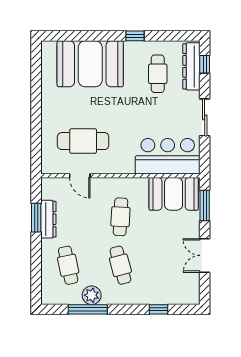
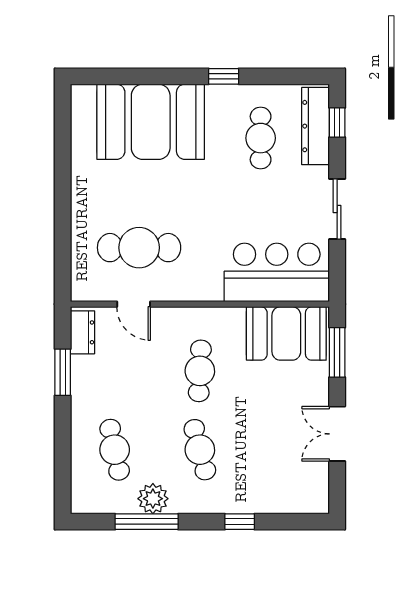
dresser: (48, 219) -> (82, 332), moved, width x0.70
window: (158, 309) -> (240, 522), moved

